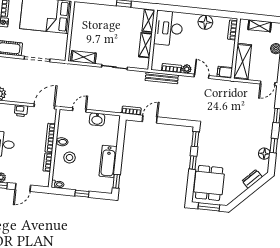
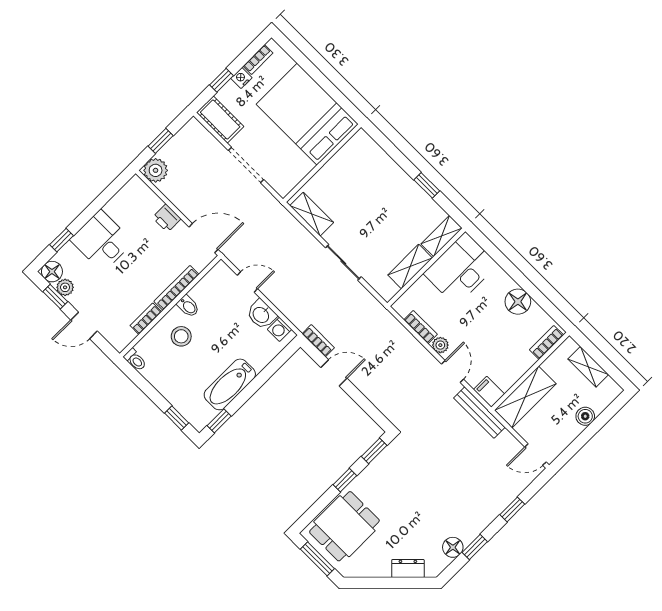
bench: (162, 78) -> (479, 413), moved
washing machine: (110, 119) -> (279, 329), added
window: (82, 194) -> (177, 418), moved

